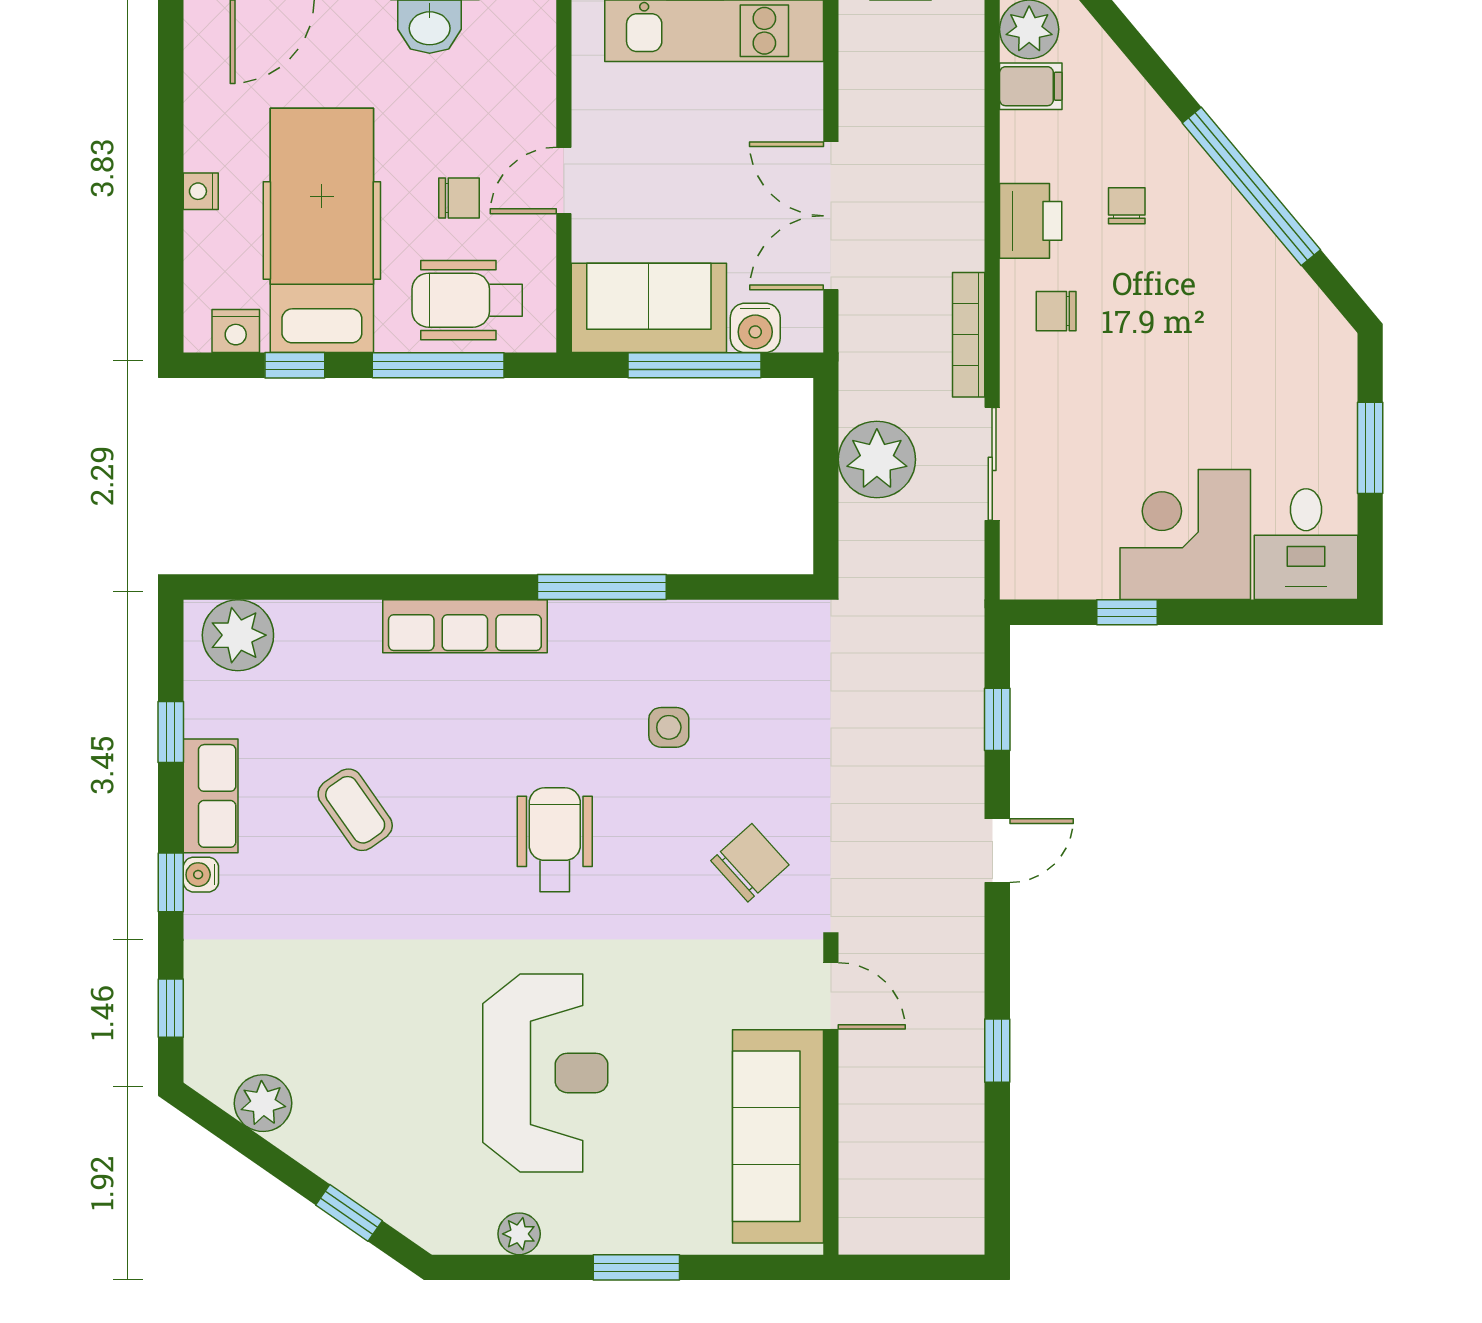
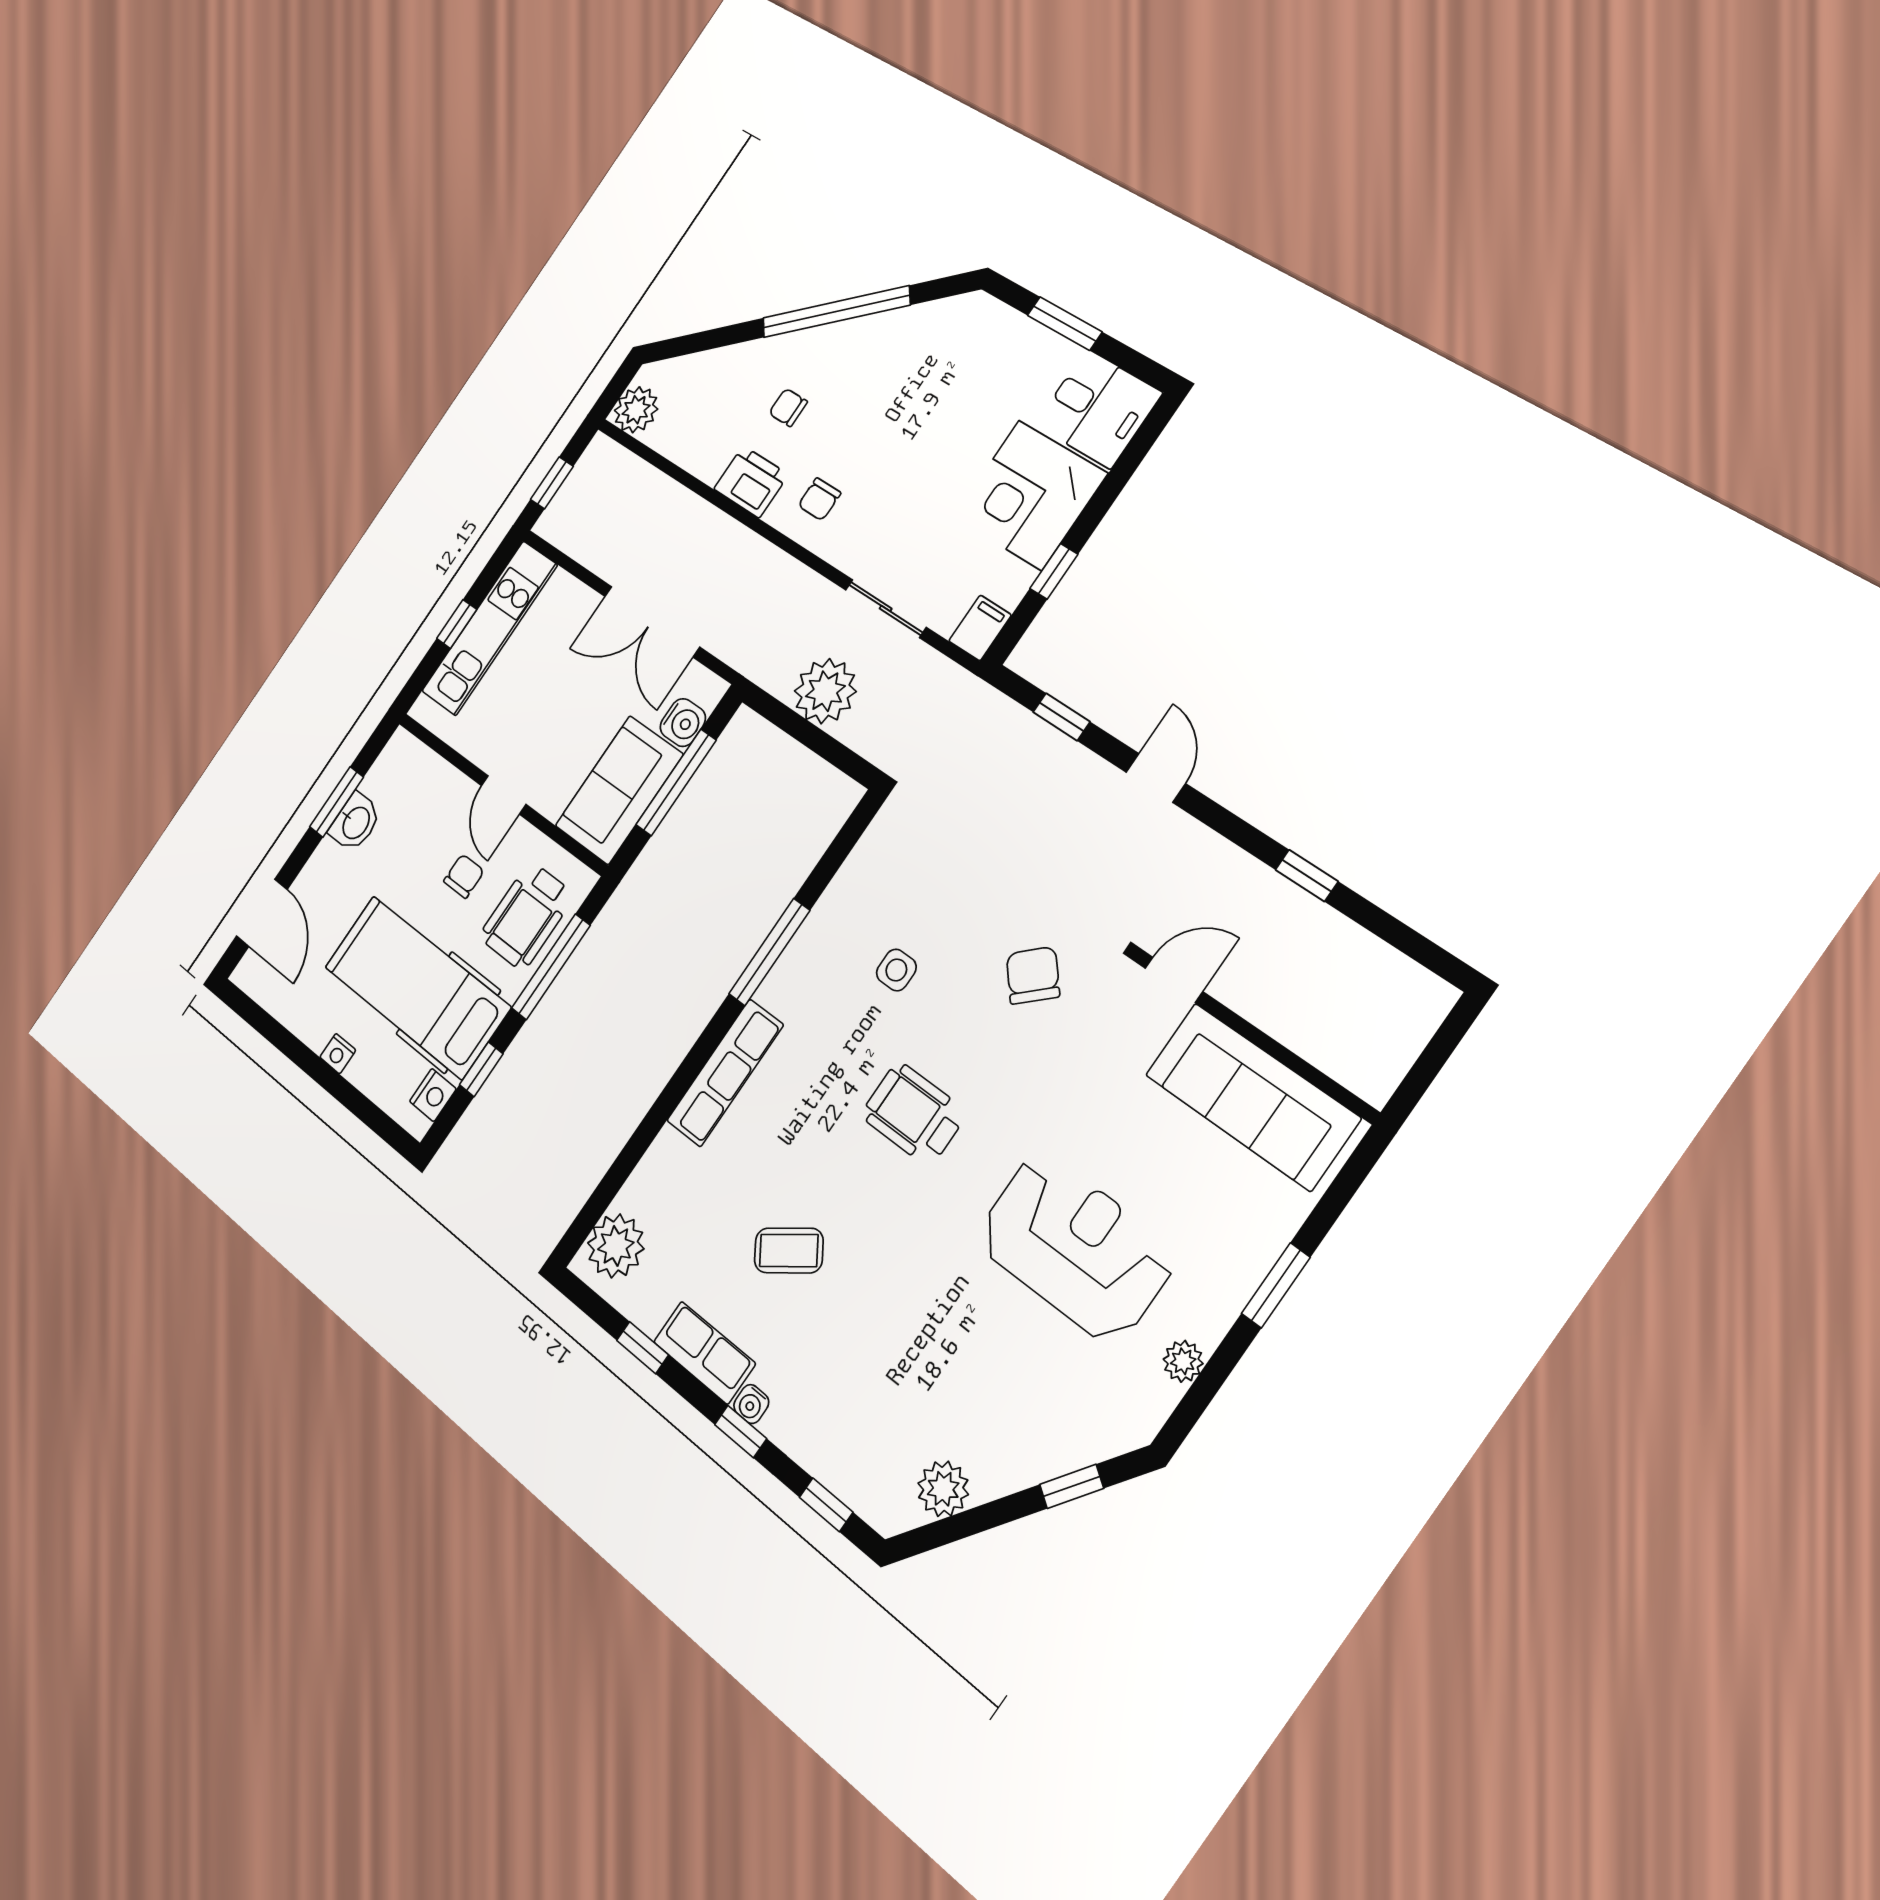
filing cabinet: (1031, 86) -> (980, 628), moved
bookcase: (969, 335) -> (791, 572), removed

